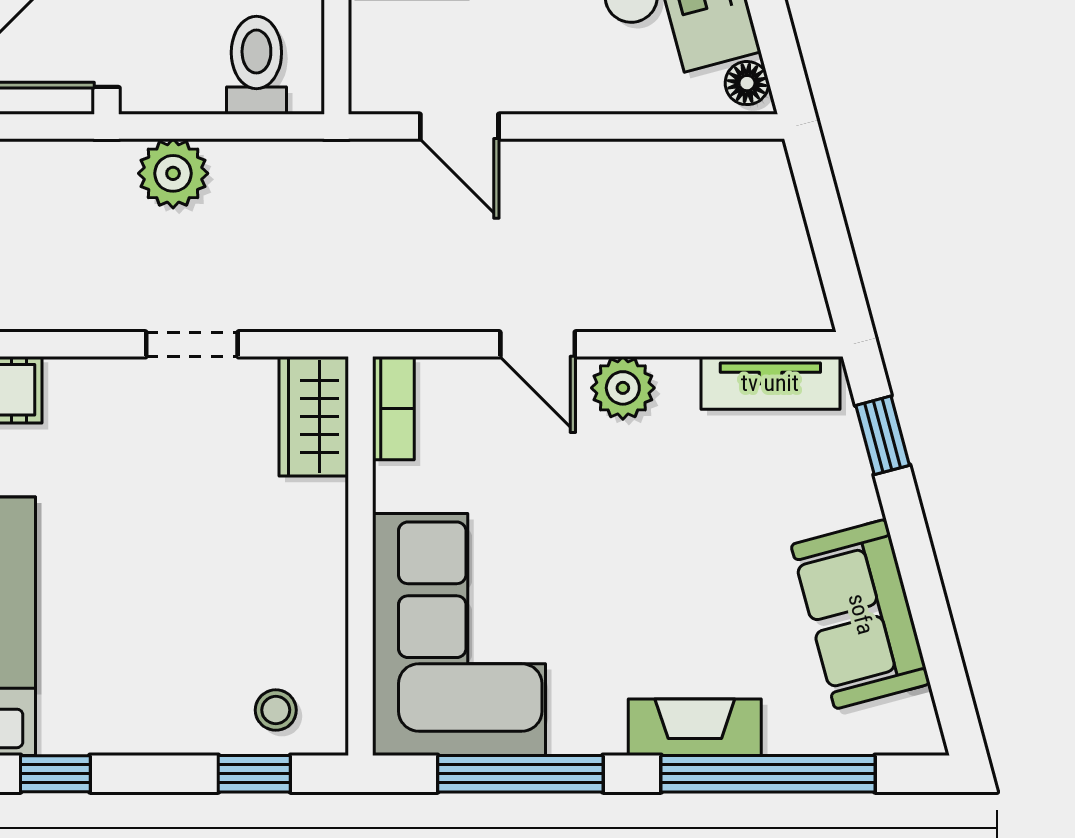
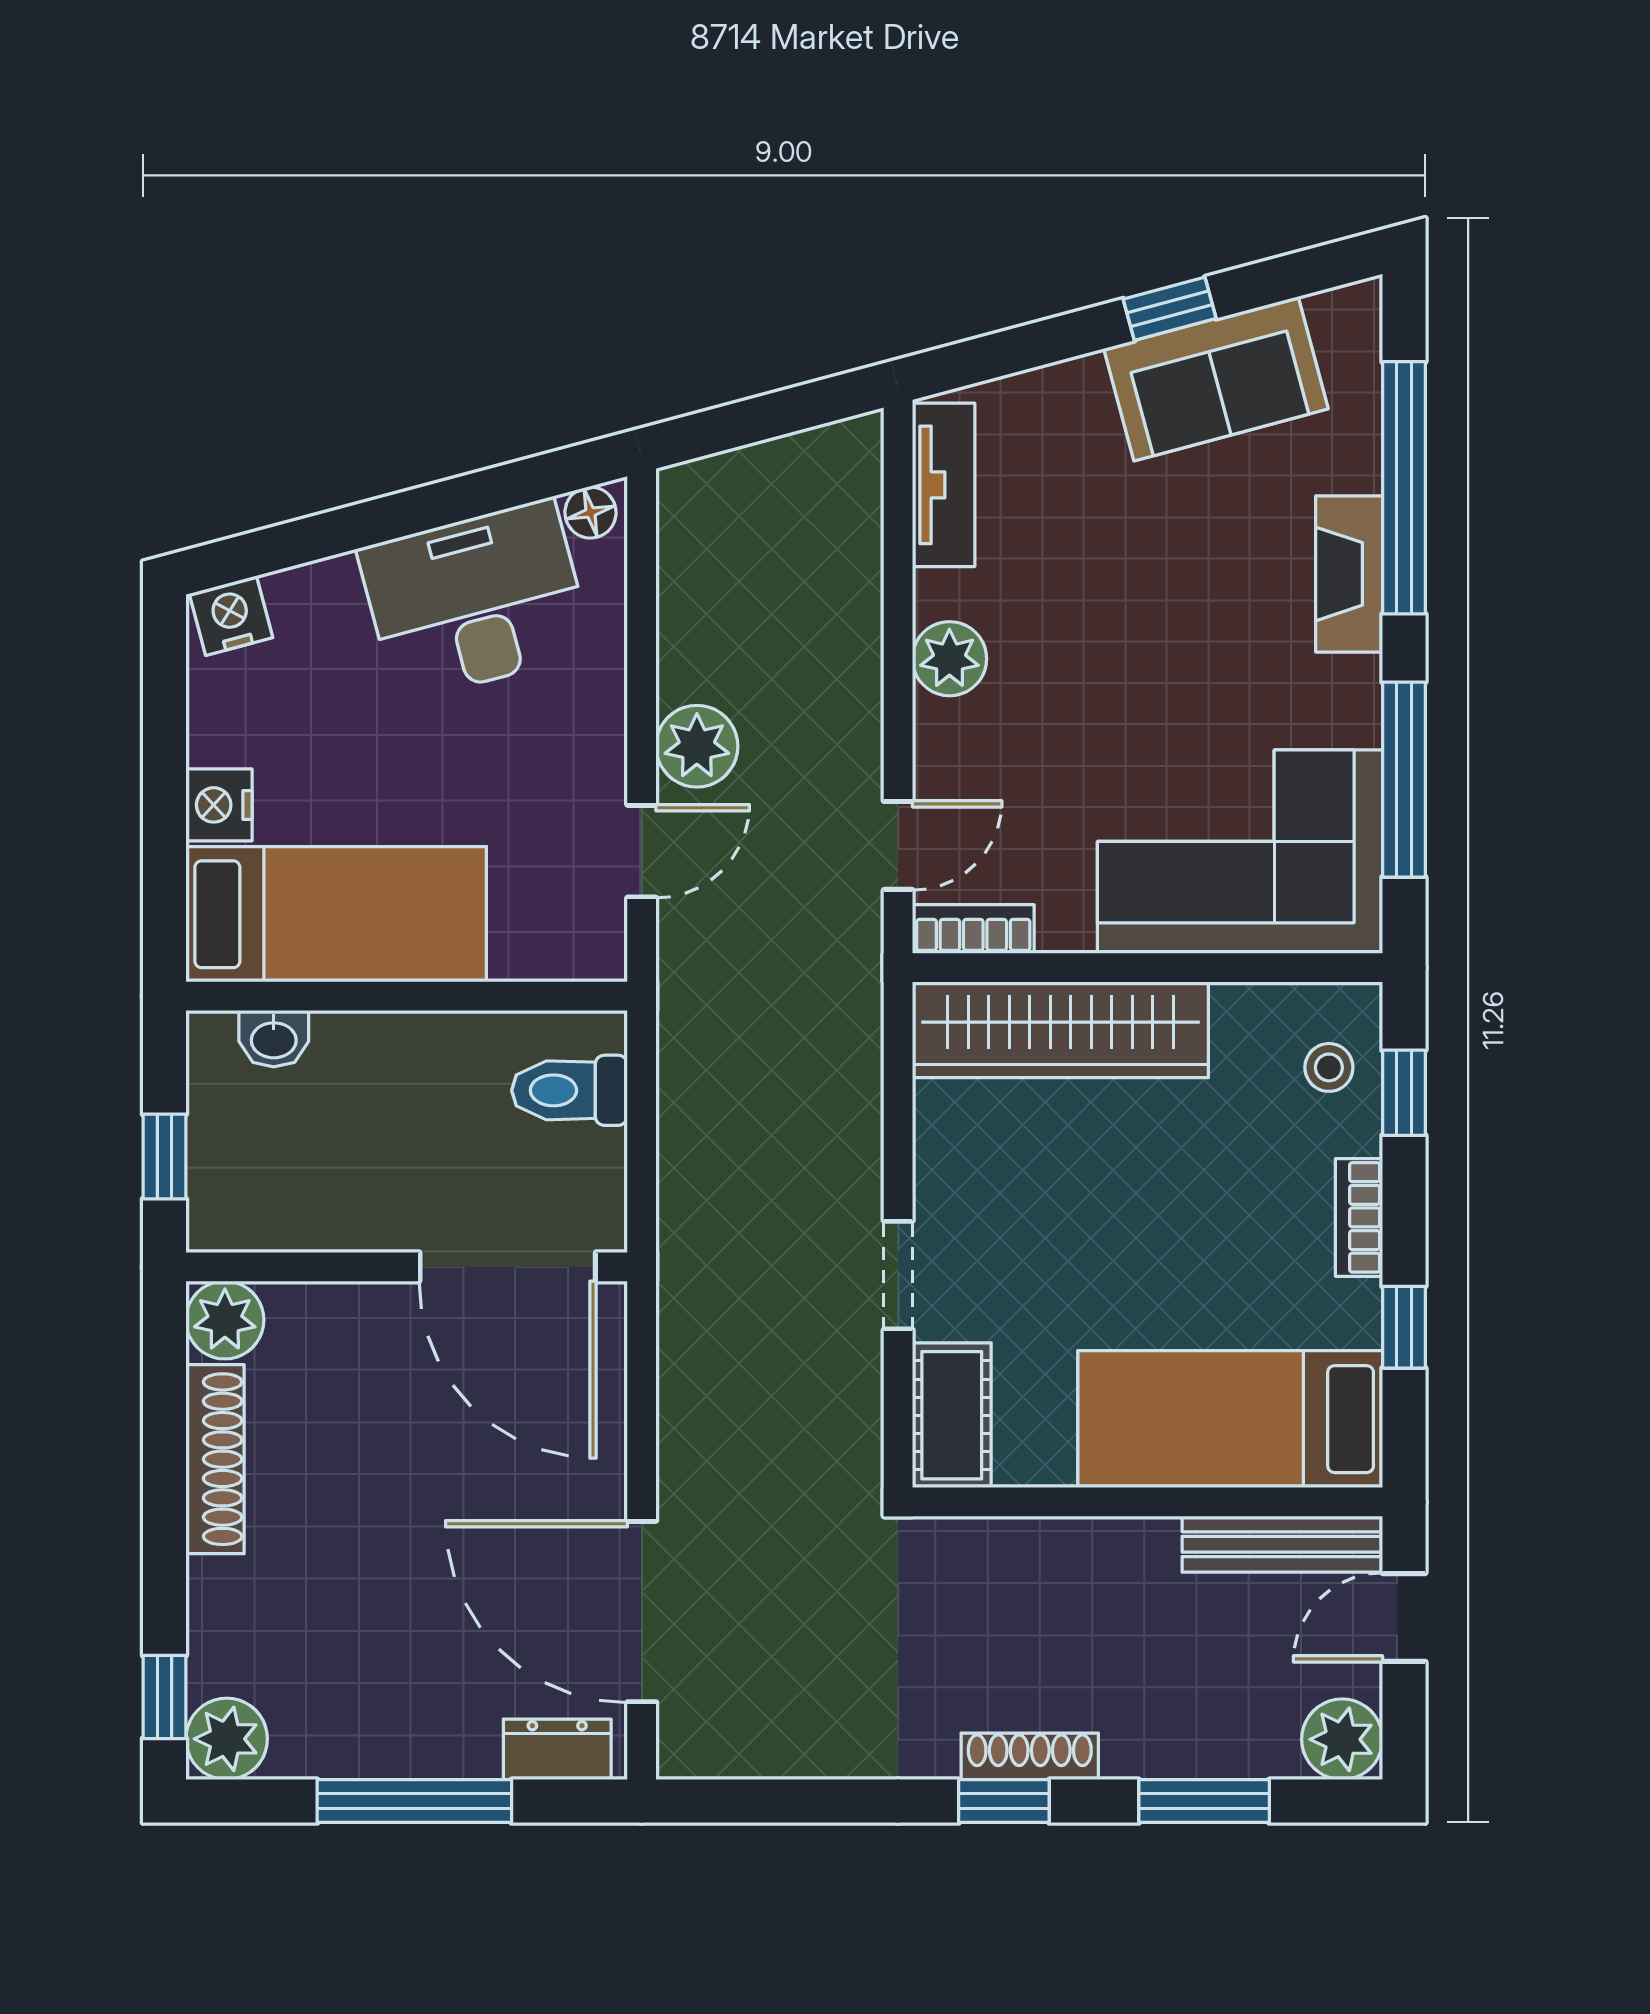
plant: (173, 173) -> (697, 746), moved
doorway: (192, 344) -> (898, 1275), moved
door: (538, 344) -> (898, 845), moved
wardrobe: (314, 416) -> (1060, 1030), width x2.10, depth x1.17
window: (883, 435) -> (1170, 309), moved
bookcase: (148, 736) -> (1359, 1217), added

